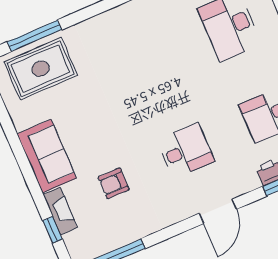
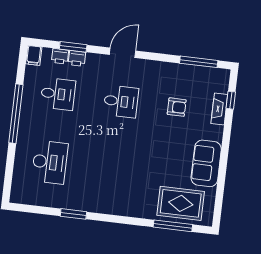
desk: (186, 151) -> (121, 101), turned 180
sofa: (47, 156) -> (206, 163), moved

